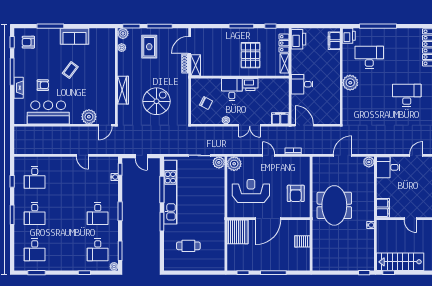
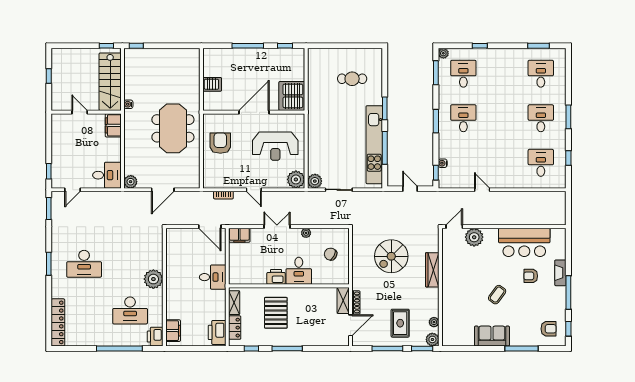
stairs: (400, 262) -> (110, 82), moved, turned 90

